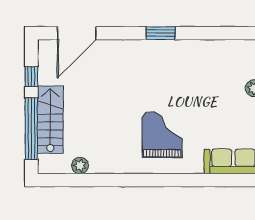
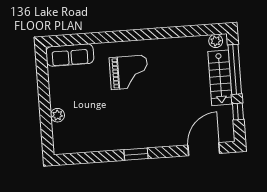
grand piano: (162, 135) -> (129, 72), turned -90
plant: (80, 165) -> (216, 41), moved

